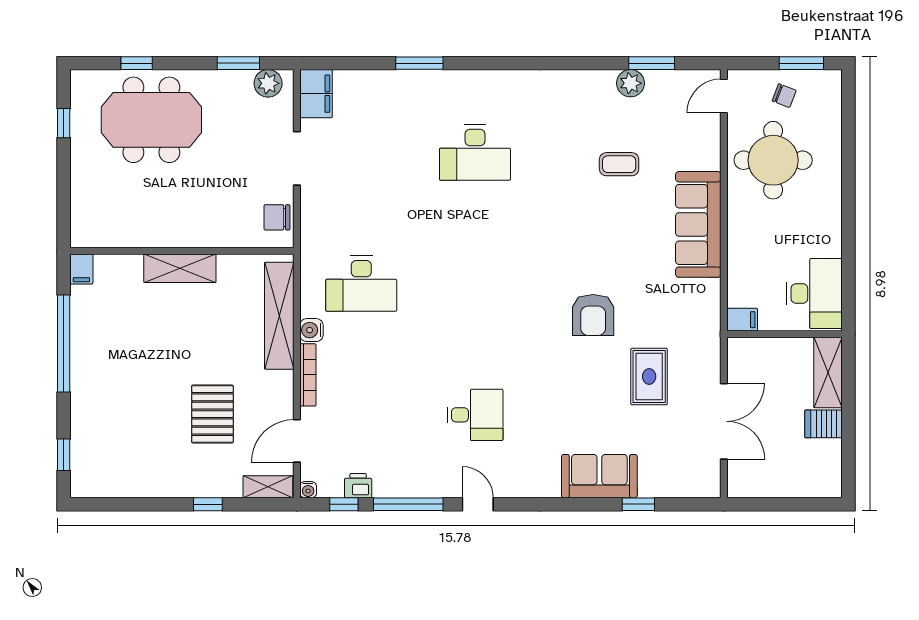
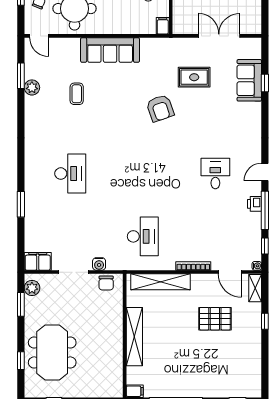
shelving: (180, 268) -> (134, 337), width x1.47
armchair: (593, 315) -> (160, 108), turned 71
water cooler: (311, 330) -> (99, 264), moved
sofa: (599, 476) -> (249, 80), moved
printer: (358, 486) -> (255, 204), moved

